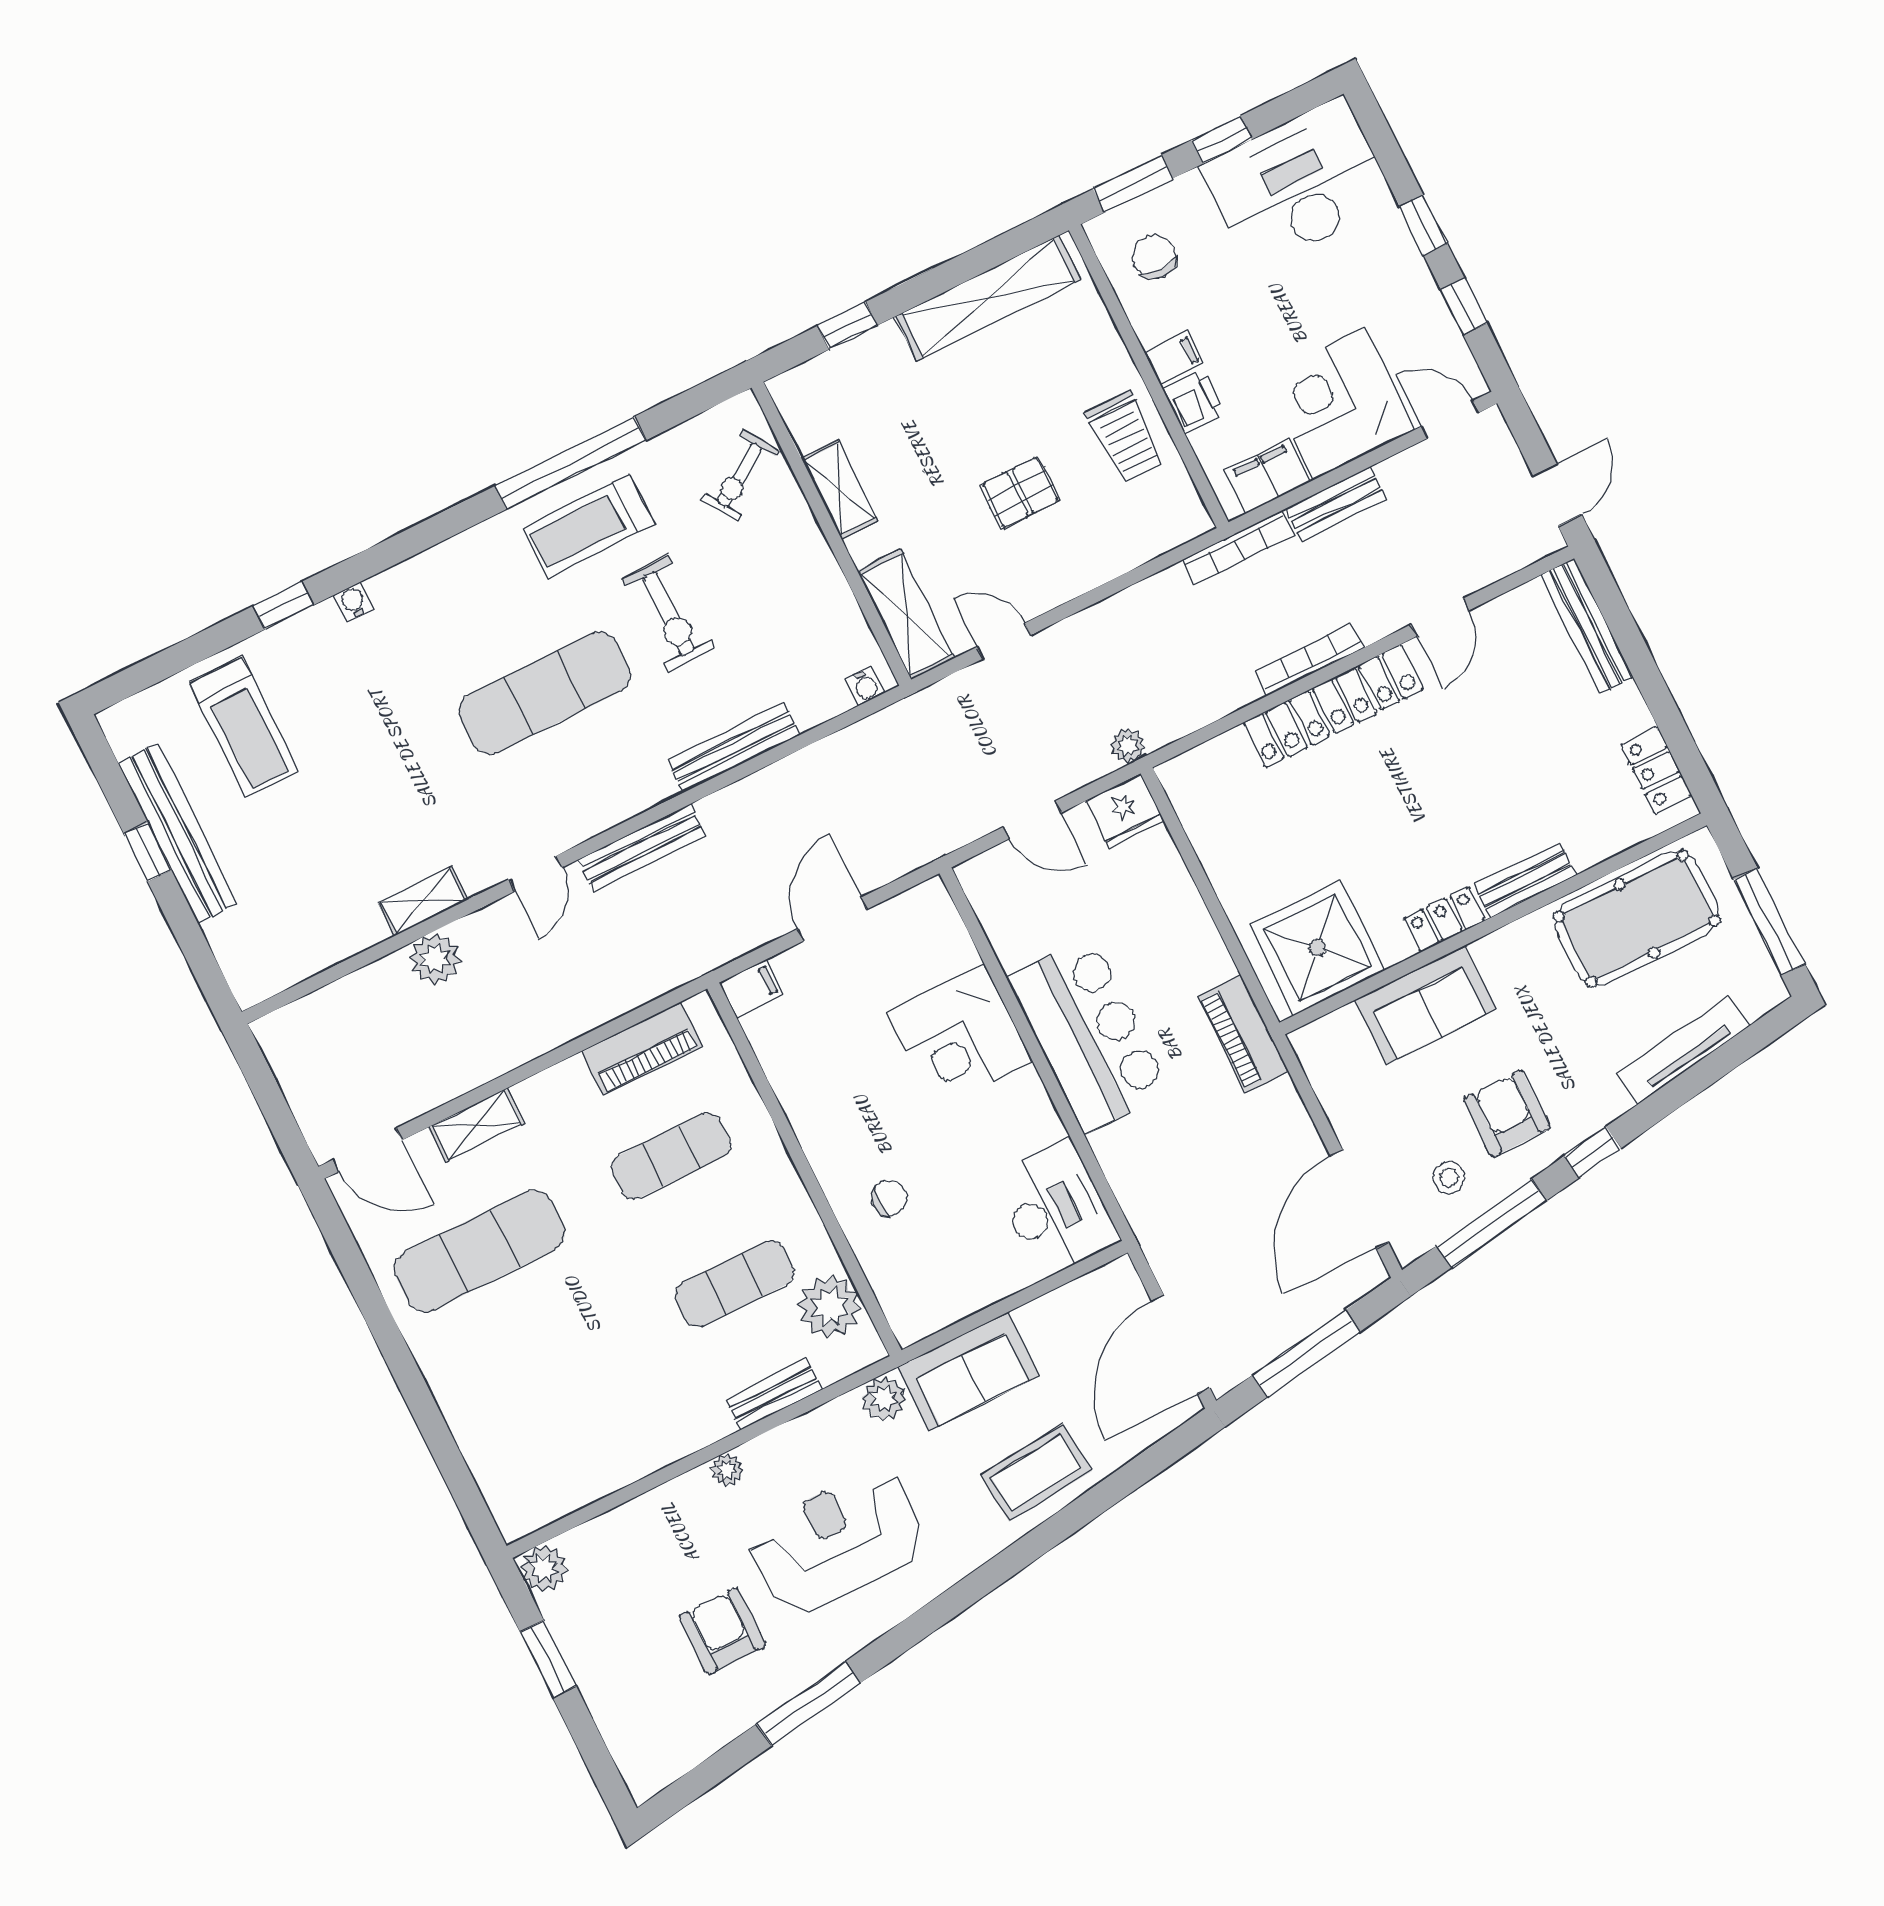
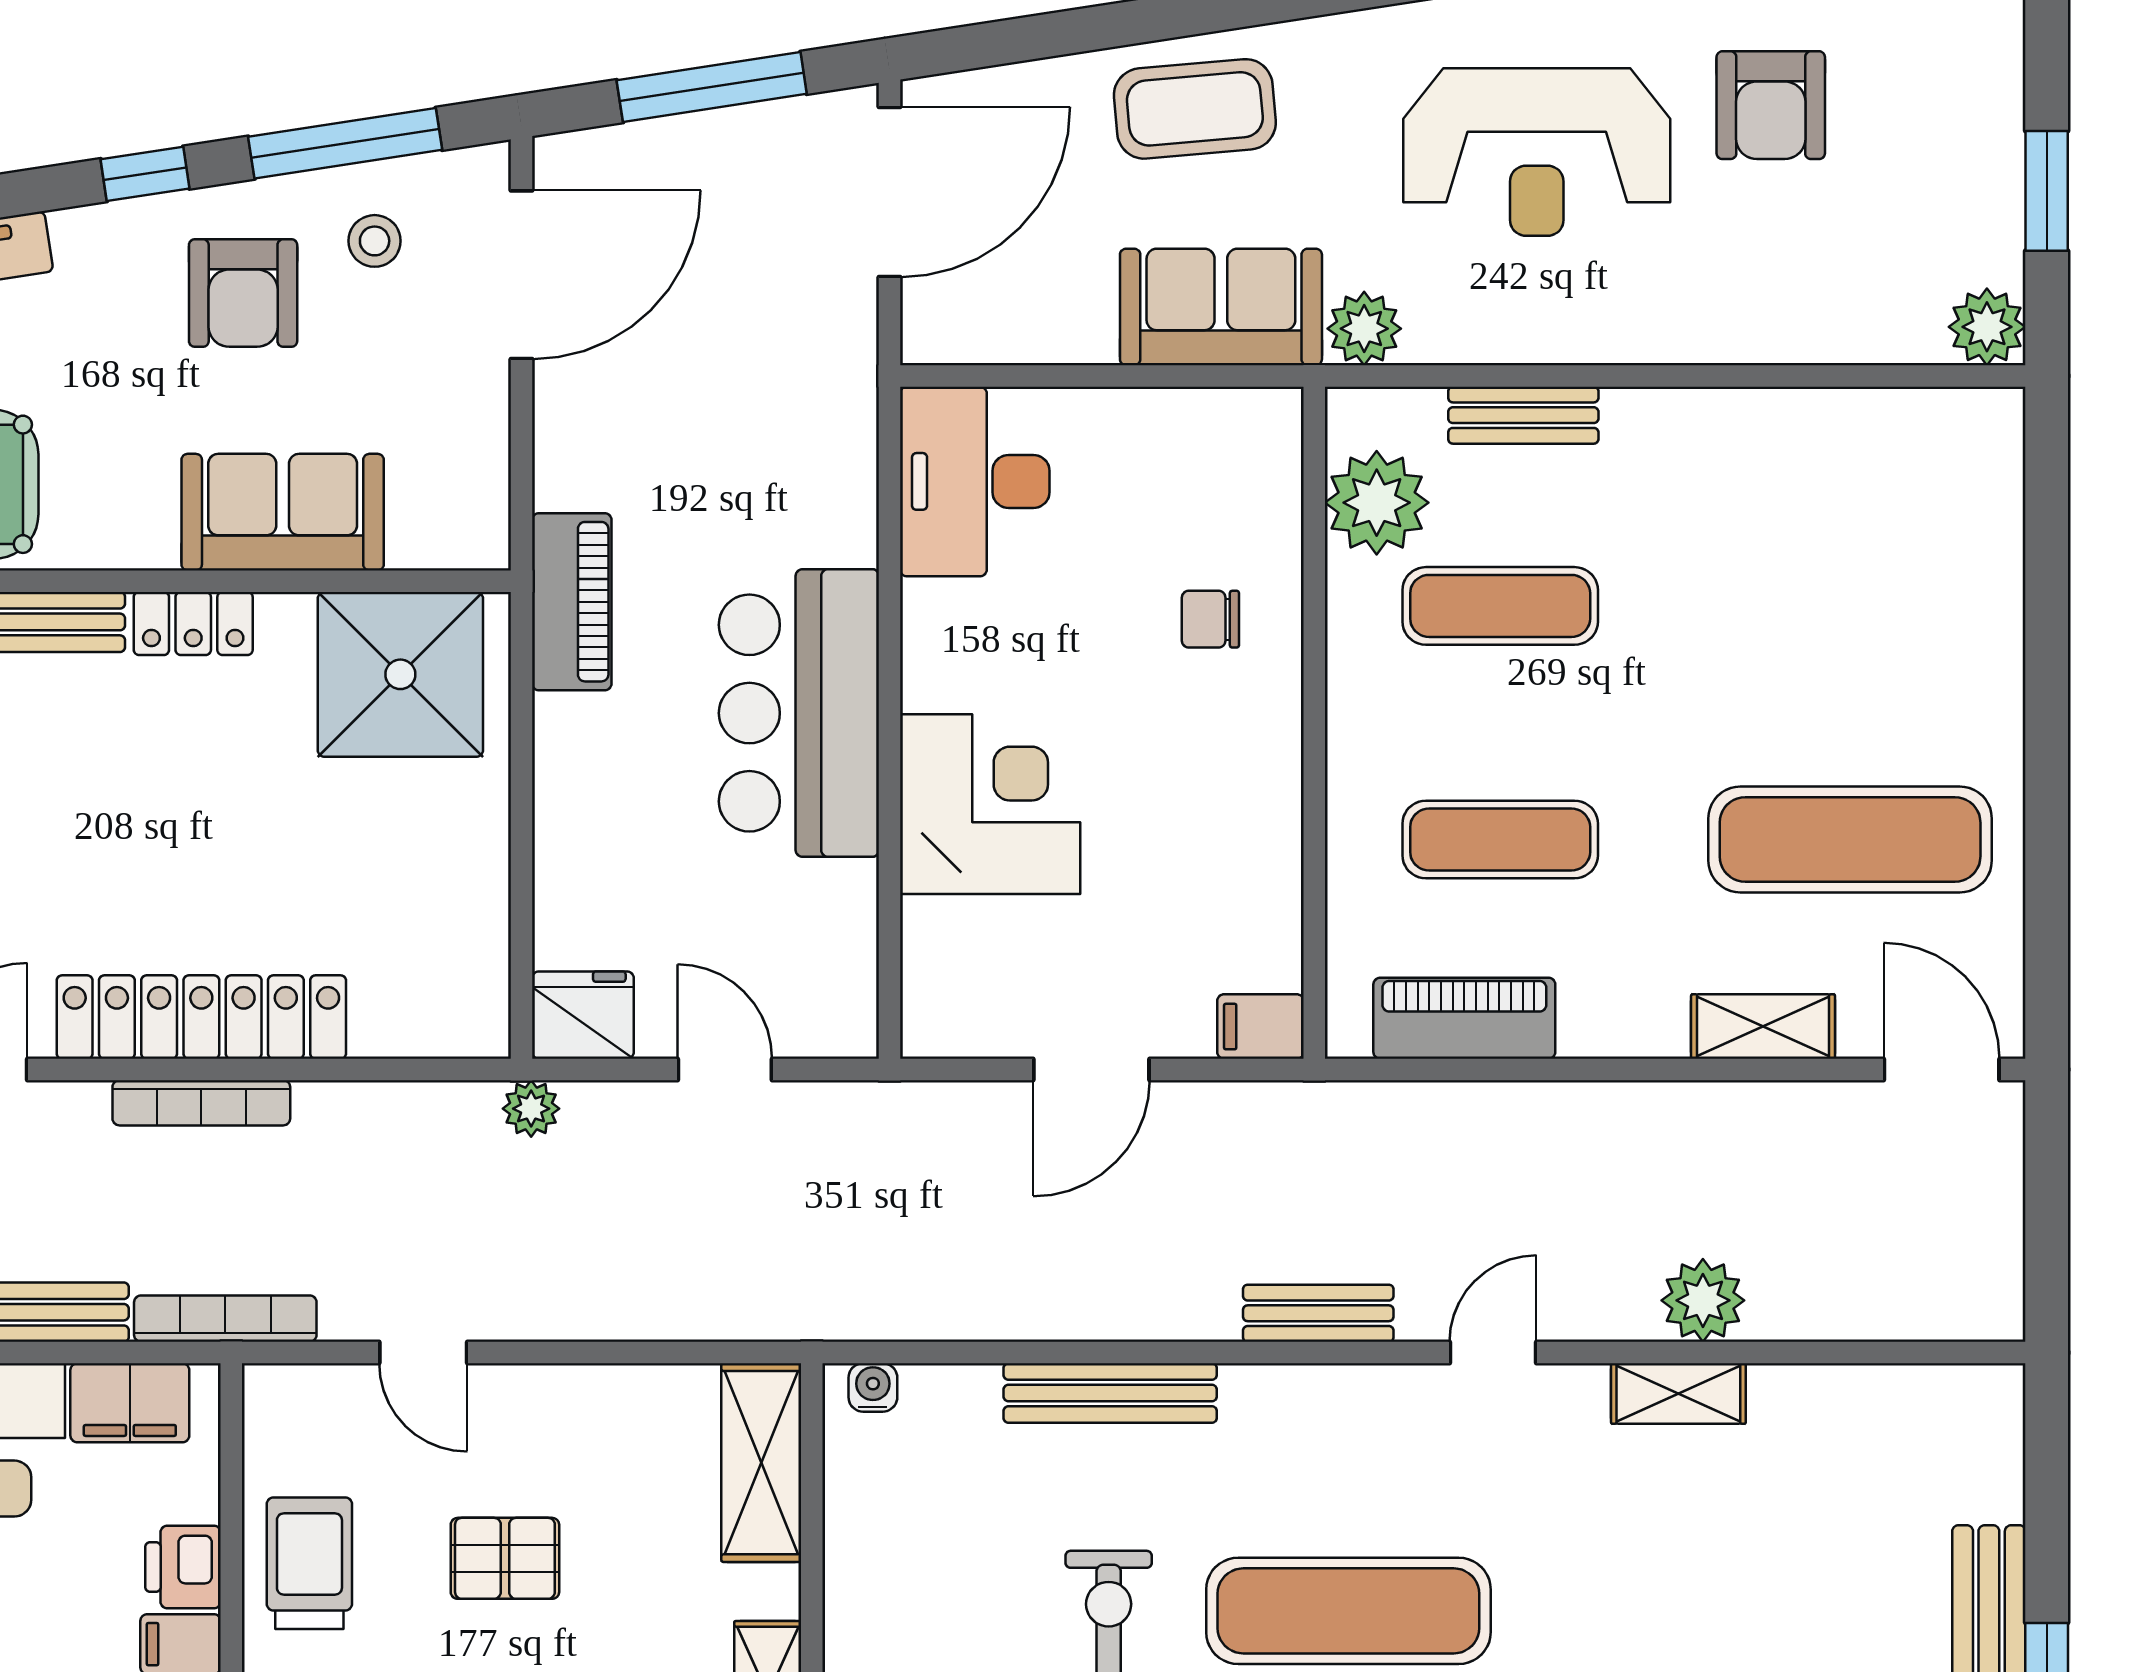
door: (1004, 641) -> (423, 1353), moved
bench: (642, 847) -> (1318, 1313), width x0.73
plant: (727, 1470) -> (1647, 339), removed

